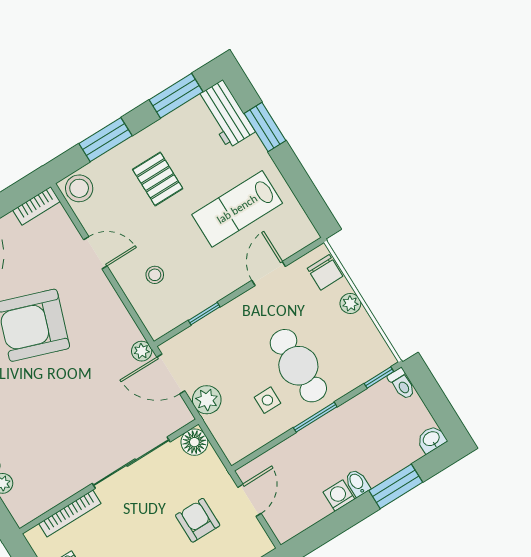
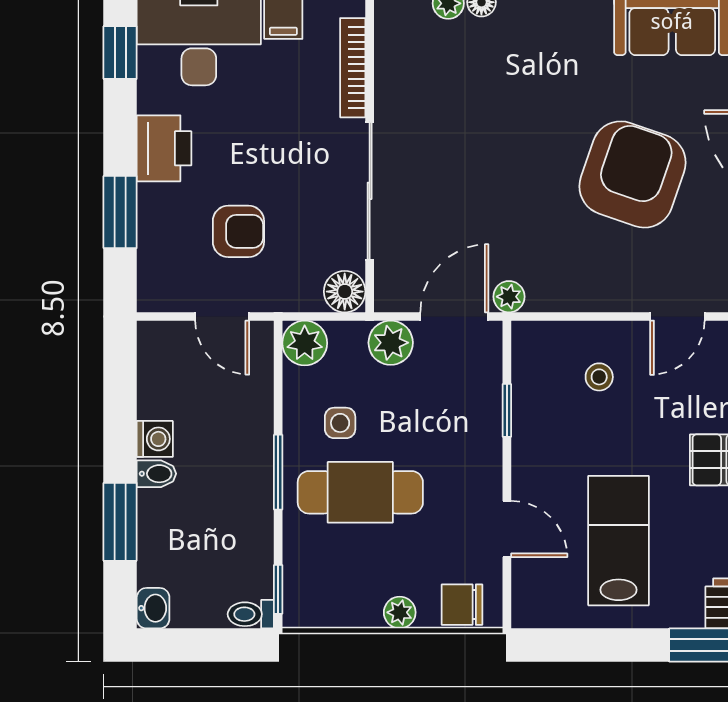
plant: (236, 446) -> (305, 343), added

